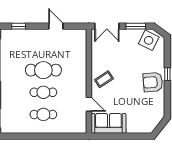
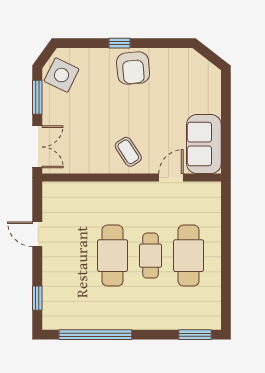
door: (56, 26) -> (37, 234), hinge flipped
cafe table: (43, 114) -> (189, 256), width x1.37, depth x1.35

